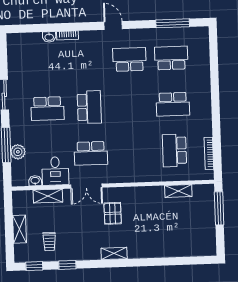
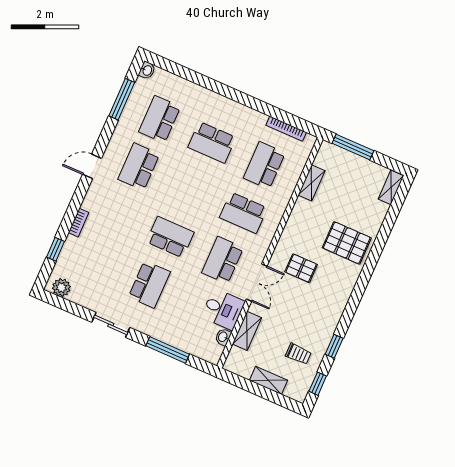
window: (40, 28) -> (56, 249), added
washbasin: (49, 37) -> (147, 70), moved
school desk: (173, 104) -> (212, 142), turned 90
school desk: (174, 150) -> (264, 165), turned 90
plant: (18, 152) -> (61, 287), moved
school desk: (133, 152) -> (243, 213), added
school desk: (91, 153) -> (223, 260), turned 180
pallet: (147, 238) -> (347, 243), added
shelving: (114, 253) -> (391, 187), moved

